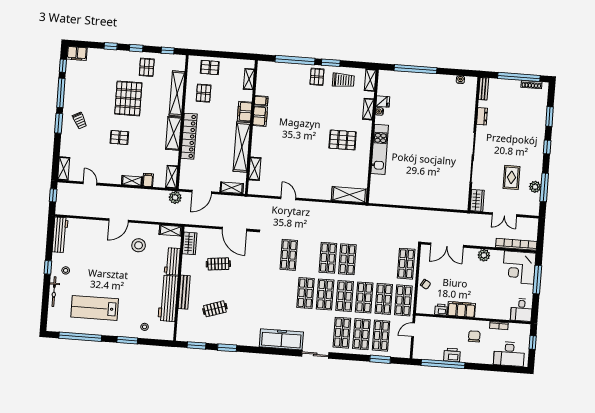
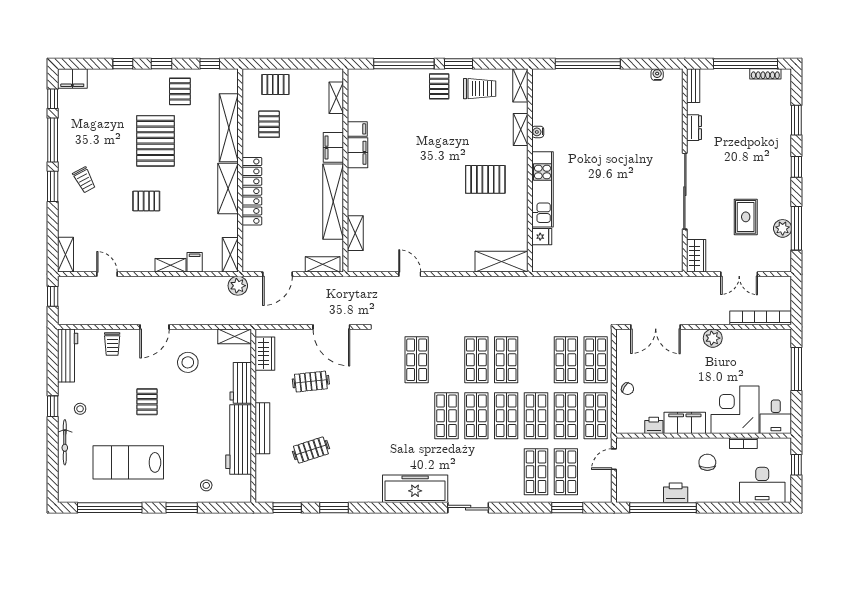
fridge: (383, 102) -> (542, 237), moved
trolley: (90, 230) -> (112, 344), added
corner desk: (519, 268) -> (735, 410), moved, turned 90
pallet: (110, 269) -> (147, 402), added
shop shelf: (342, 333) -> (566, 360), moved

